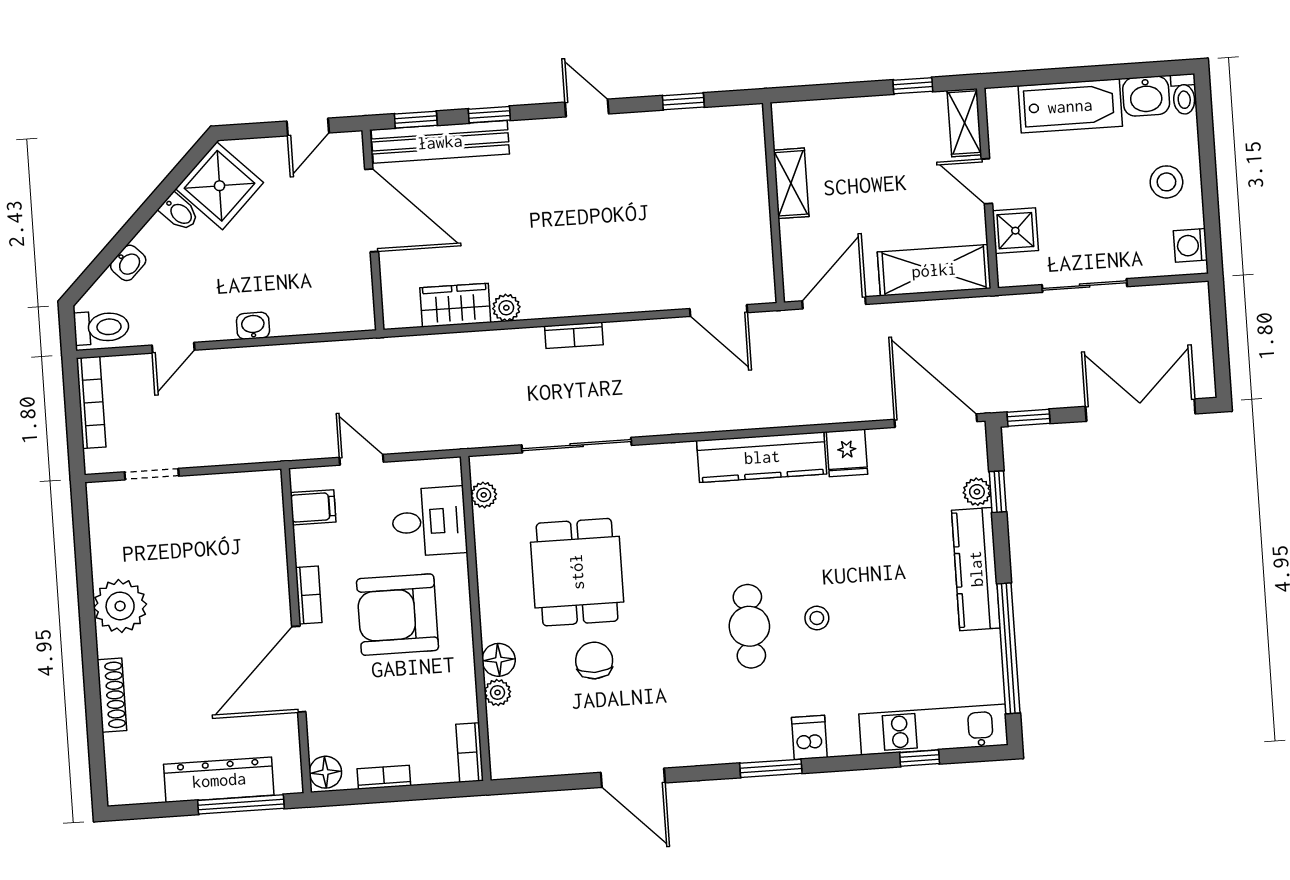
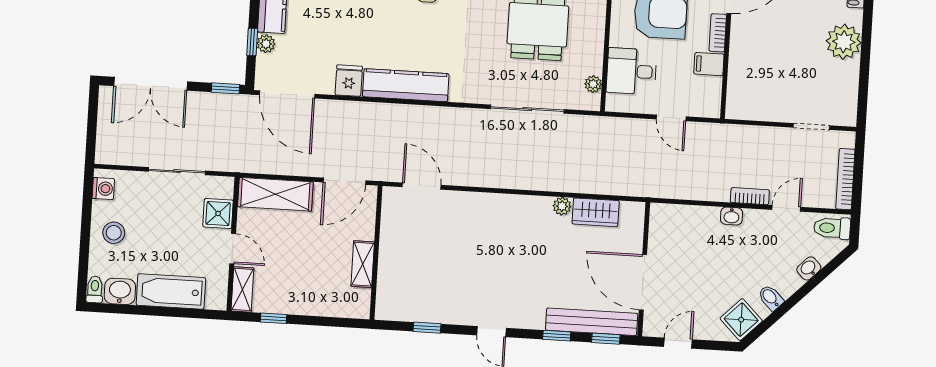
shower: (219, 186) -> (741, 320), width x0.73, depth x0.73
bookcase: (574, 335) -> (750, 196), moved
filing cabinet: (313, 507) -> (709, 64), moved

